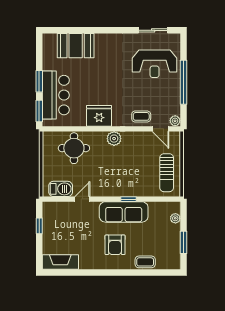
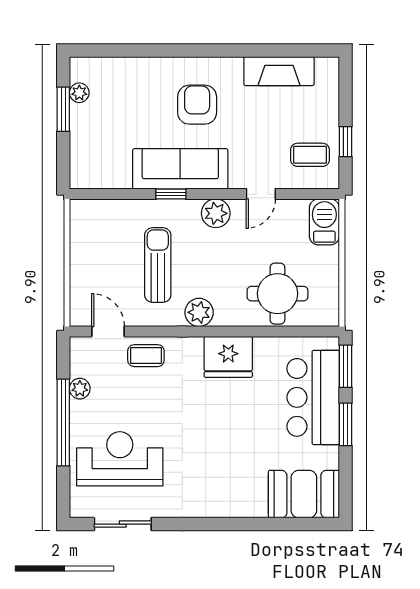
booth: (76, 46) -> (304, 494), moved
plant: (175, 121) -> (80, 389), moved
sun lounger: (167, 173) -> (158, 265), moved
barbecue: (61, 189) -> (324, 222), moved, turned 90
plant: (105, 189) -> (216, 213), added
plant: (175, 218) -> (79, 93), moved
fireplace: (60, 262) -> (279, 71), moved
coffee table: (145, 262) -> (310, 155), moved

